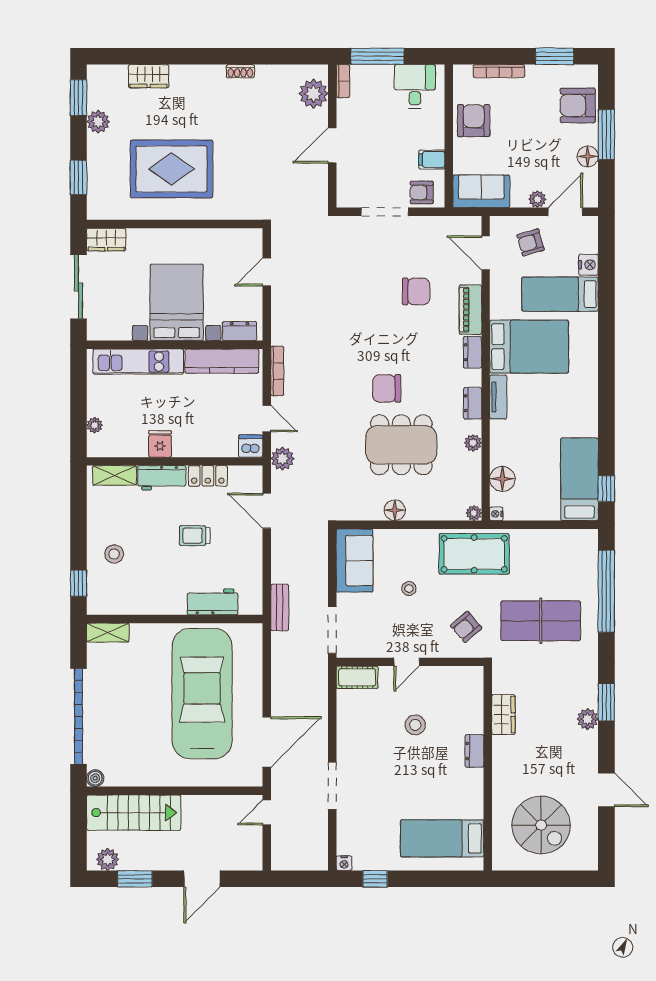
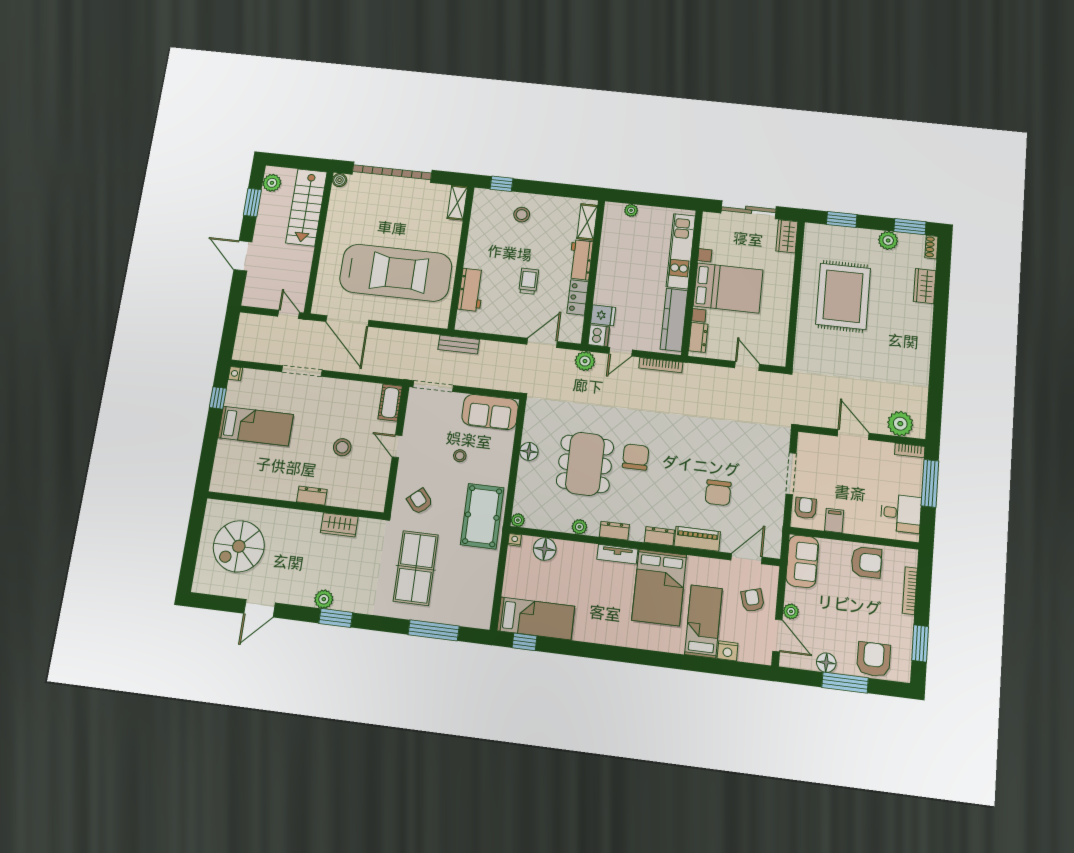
shoe rack: (240, 71) -> (931, 247), moved
fridge: (160, 444) -> (603, 315), moved
window: (606, 591) -> (434, 630), width x0.68
bed: (442, 838) -> (256, 426), moved, turned 90

